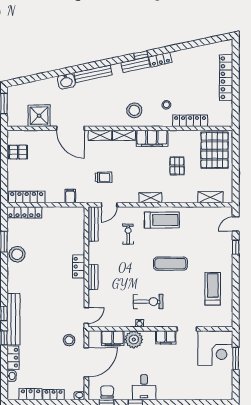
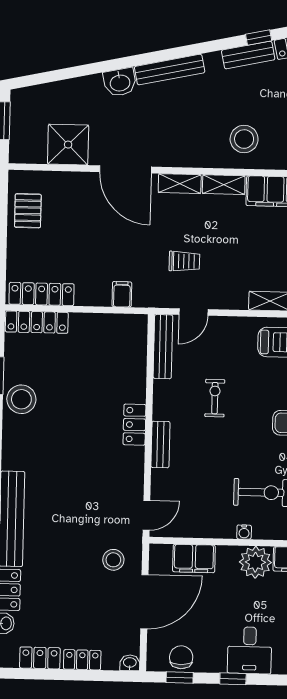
pallet: (18, 152) -> (28, 211), turned 90
exercise bike: (128, 234) -> (215, 398), moved
plant: (134, 339) -> (255, 562), moved

